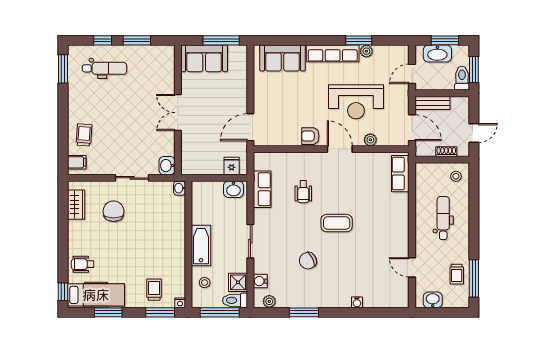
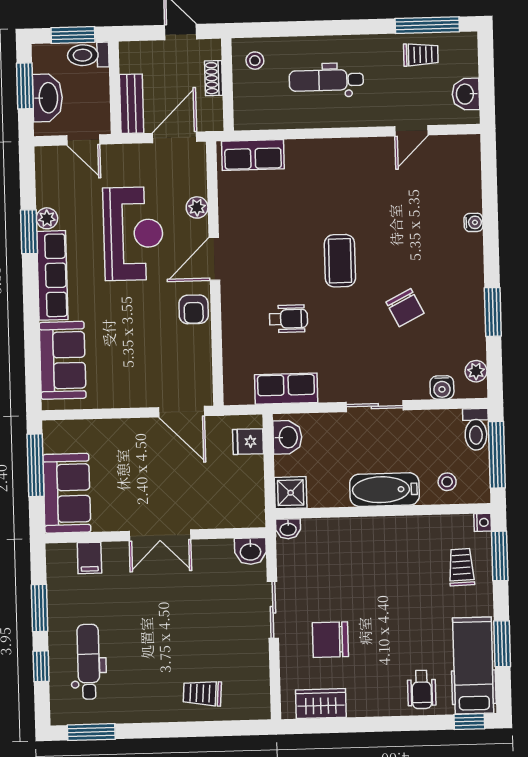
filing cabinet: (77, 162) -> (89, 558), moved, turned 180
shower: (238, 282) -> (291, 493), moved
trolley: (154, 290) -> (461, 567), turned 88

